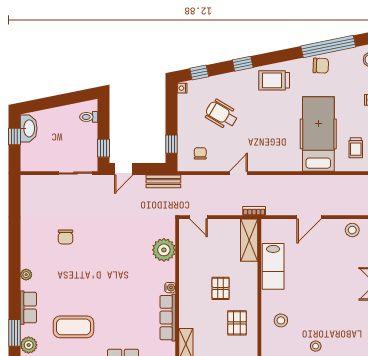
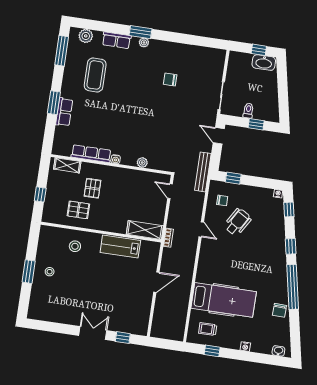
window: (328, 46) -> (293, 287), moved
trolley: (274, 80) -> (273, 270), removed
wheelchair: (222, 114) -> (238, 222), moved
toilet: (89, 117) -> (248, 111), moved
window: (103, 148) -> (256, 124), moved
bench: (163, 181) -> (203, 172), width x1.36
door: (198, 217) -> (170, 191), hinge flipped
door: (309, 217) -> (156, 282), swing flipped
stool: (352, 230) -> (140, 316), removed
plant: (164, 250) -> (142, 163), width x0.53, depth x0.53
pallet: (221, 288) -> (92, 188), moved, turned 90
window: (14, 333) -> (141, 32), moved

